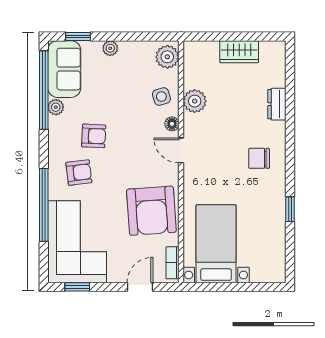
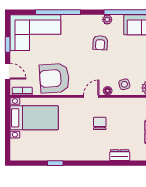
plant: (195, 101) -> (122, 105), removed
plant: (56, 107) -> (107, 20), moved
chair: (259, 158) -> (100, 123), moved
armchair: (79, 173) -> (78, 34), removed
window: (77, 287) -> (8, 44), moved

